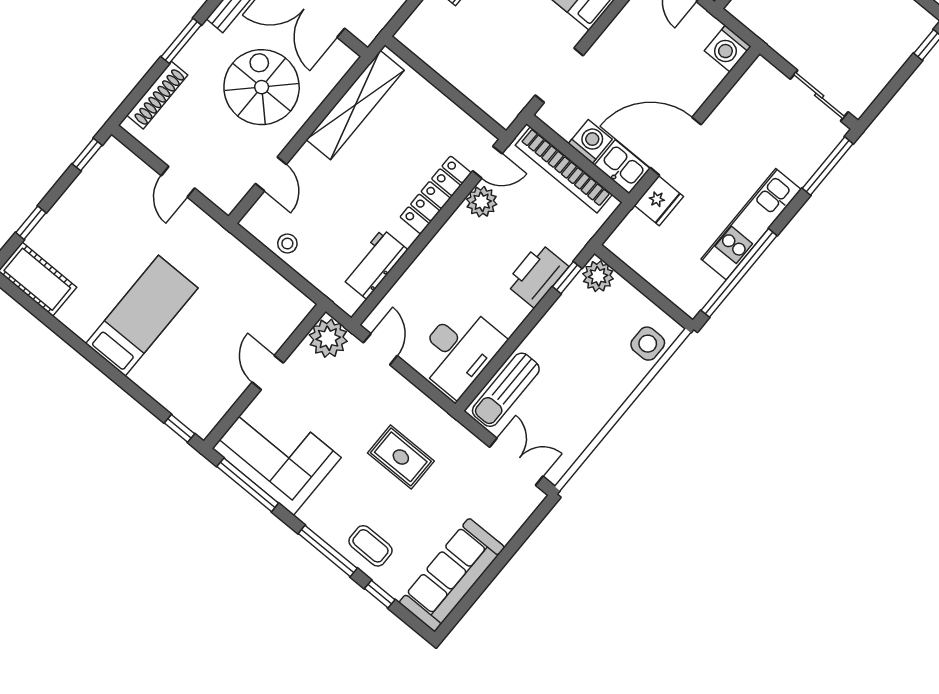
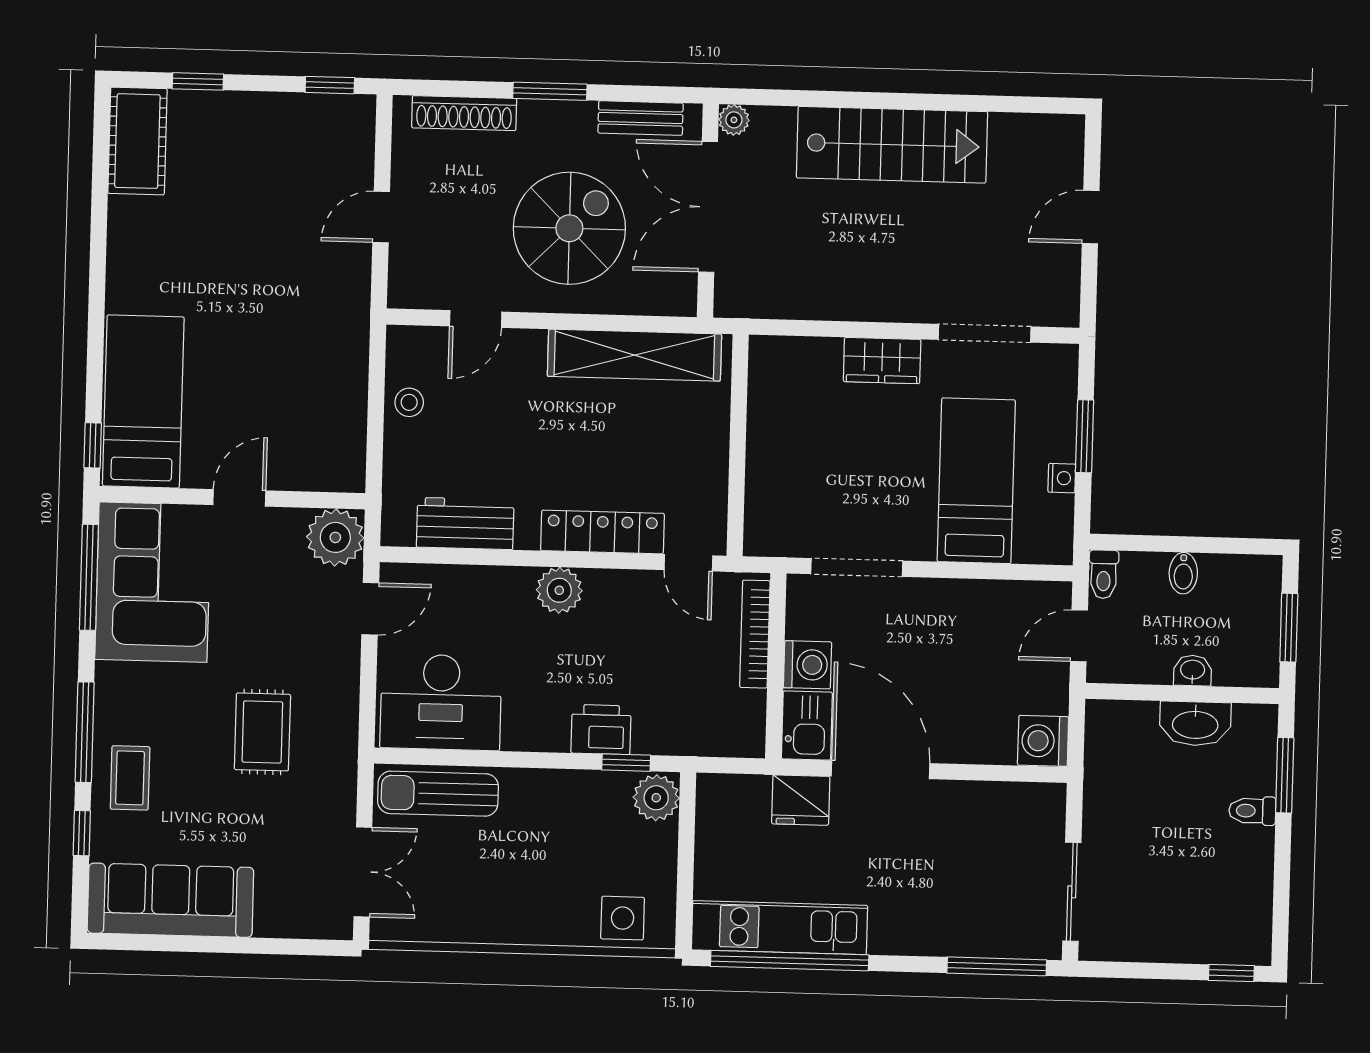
bookcase: (564, 170) -> (755, 634), width x0.68, depth x0.76
plant: (482, 202) -> (559, 590), moved
kitchen unit: (751, 224) -> (780, 928), moved
printer: (537, 275) -> (601, 729), width x0.73, depth x0.84
bed: (142, 316) -> (143, 401), moved, turned -90

